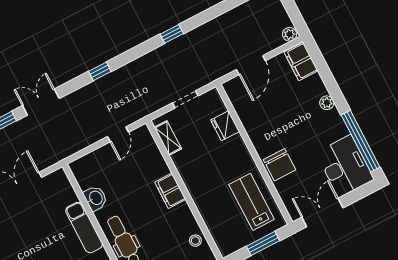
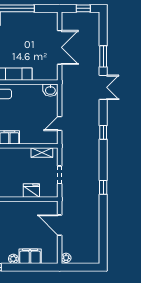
filing cabinet: (301, 62) -> (30, 256), moved
door: (118, 134) -> (60, 124), hinge flipped
washbasin: (95, 198) -> (50, 90), moved

